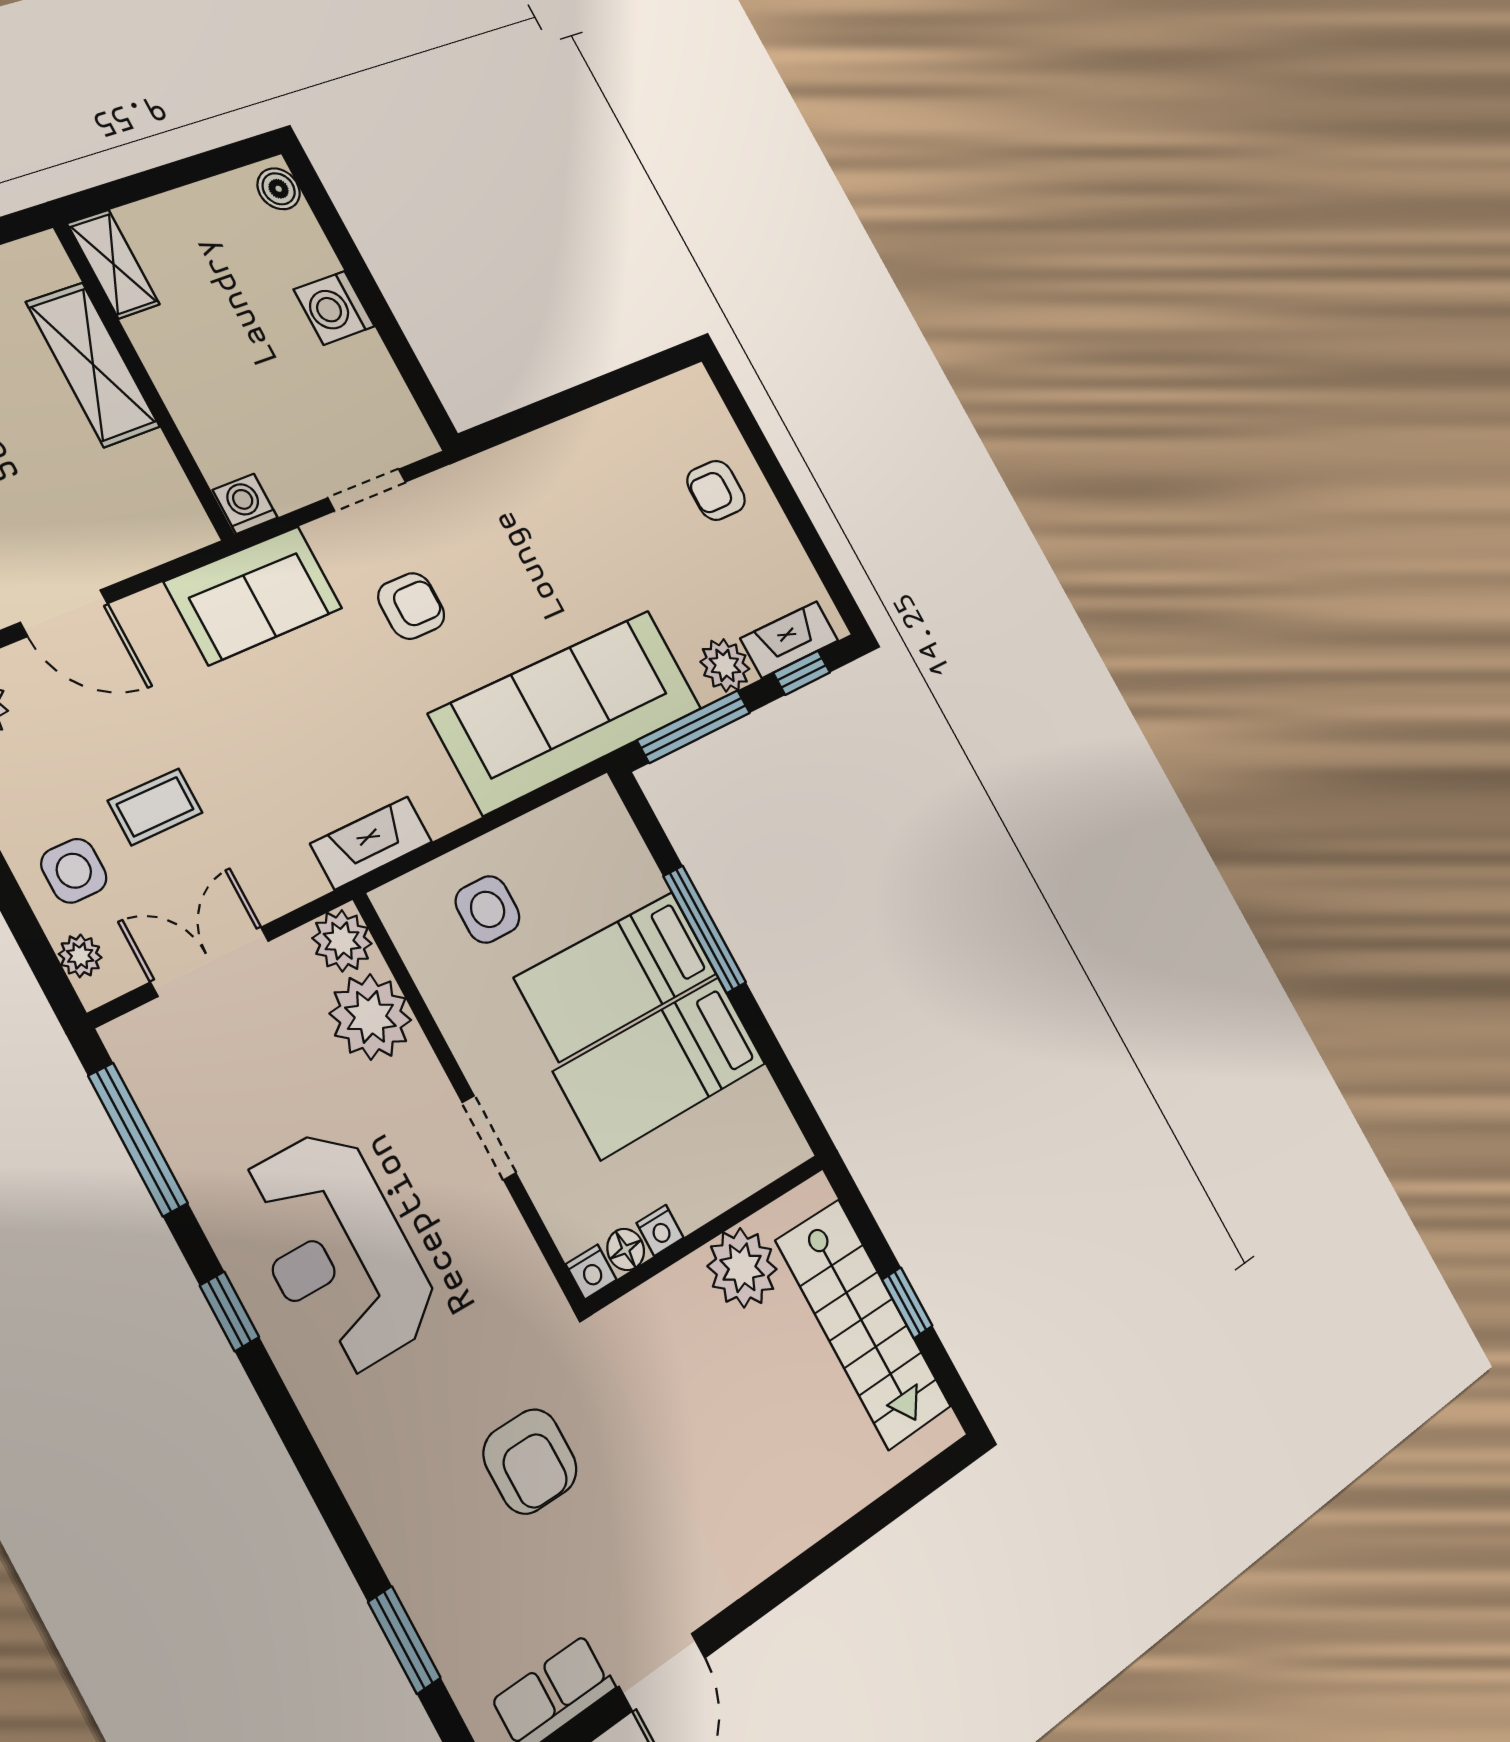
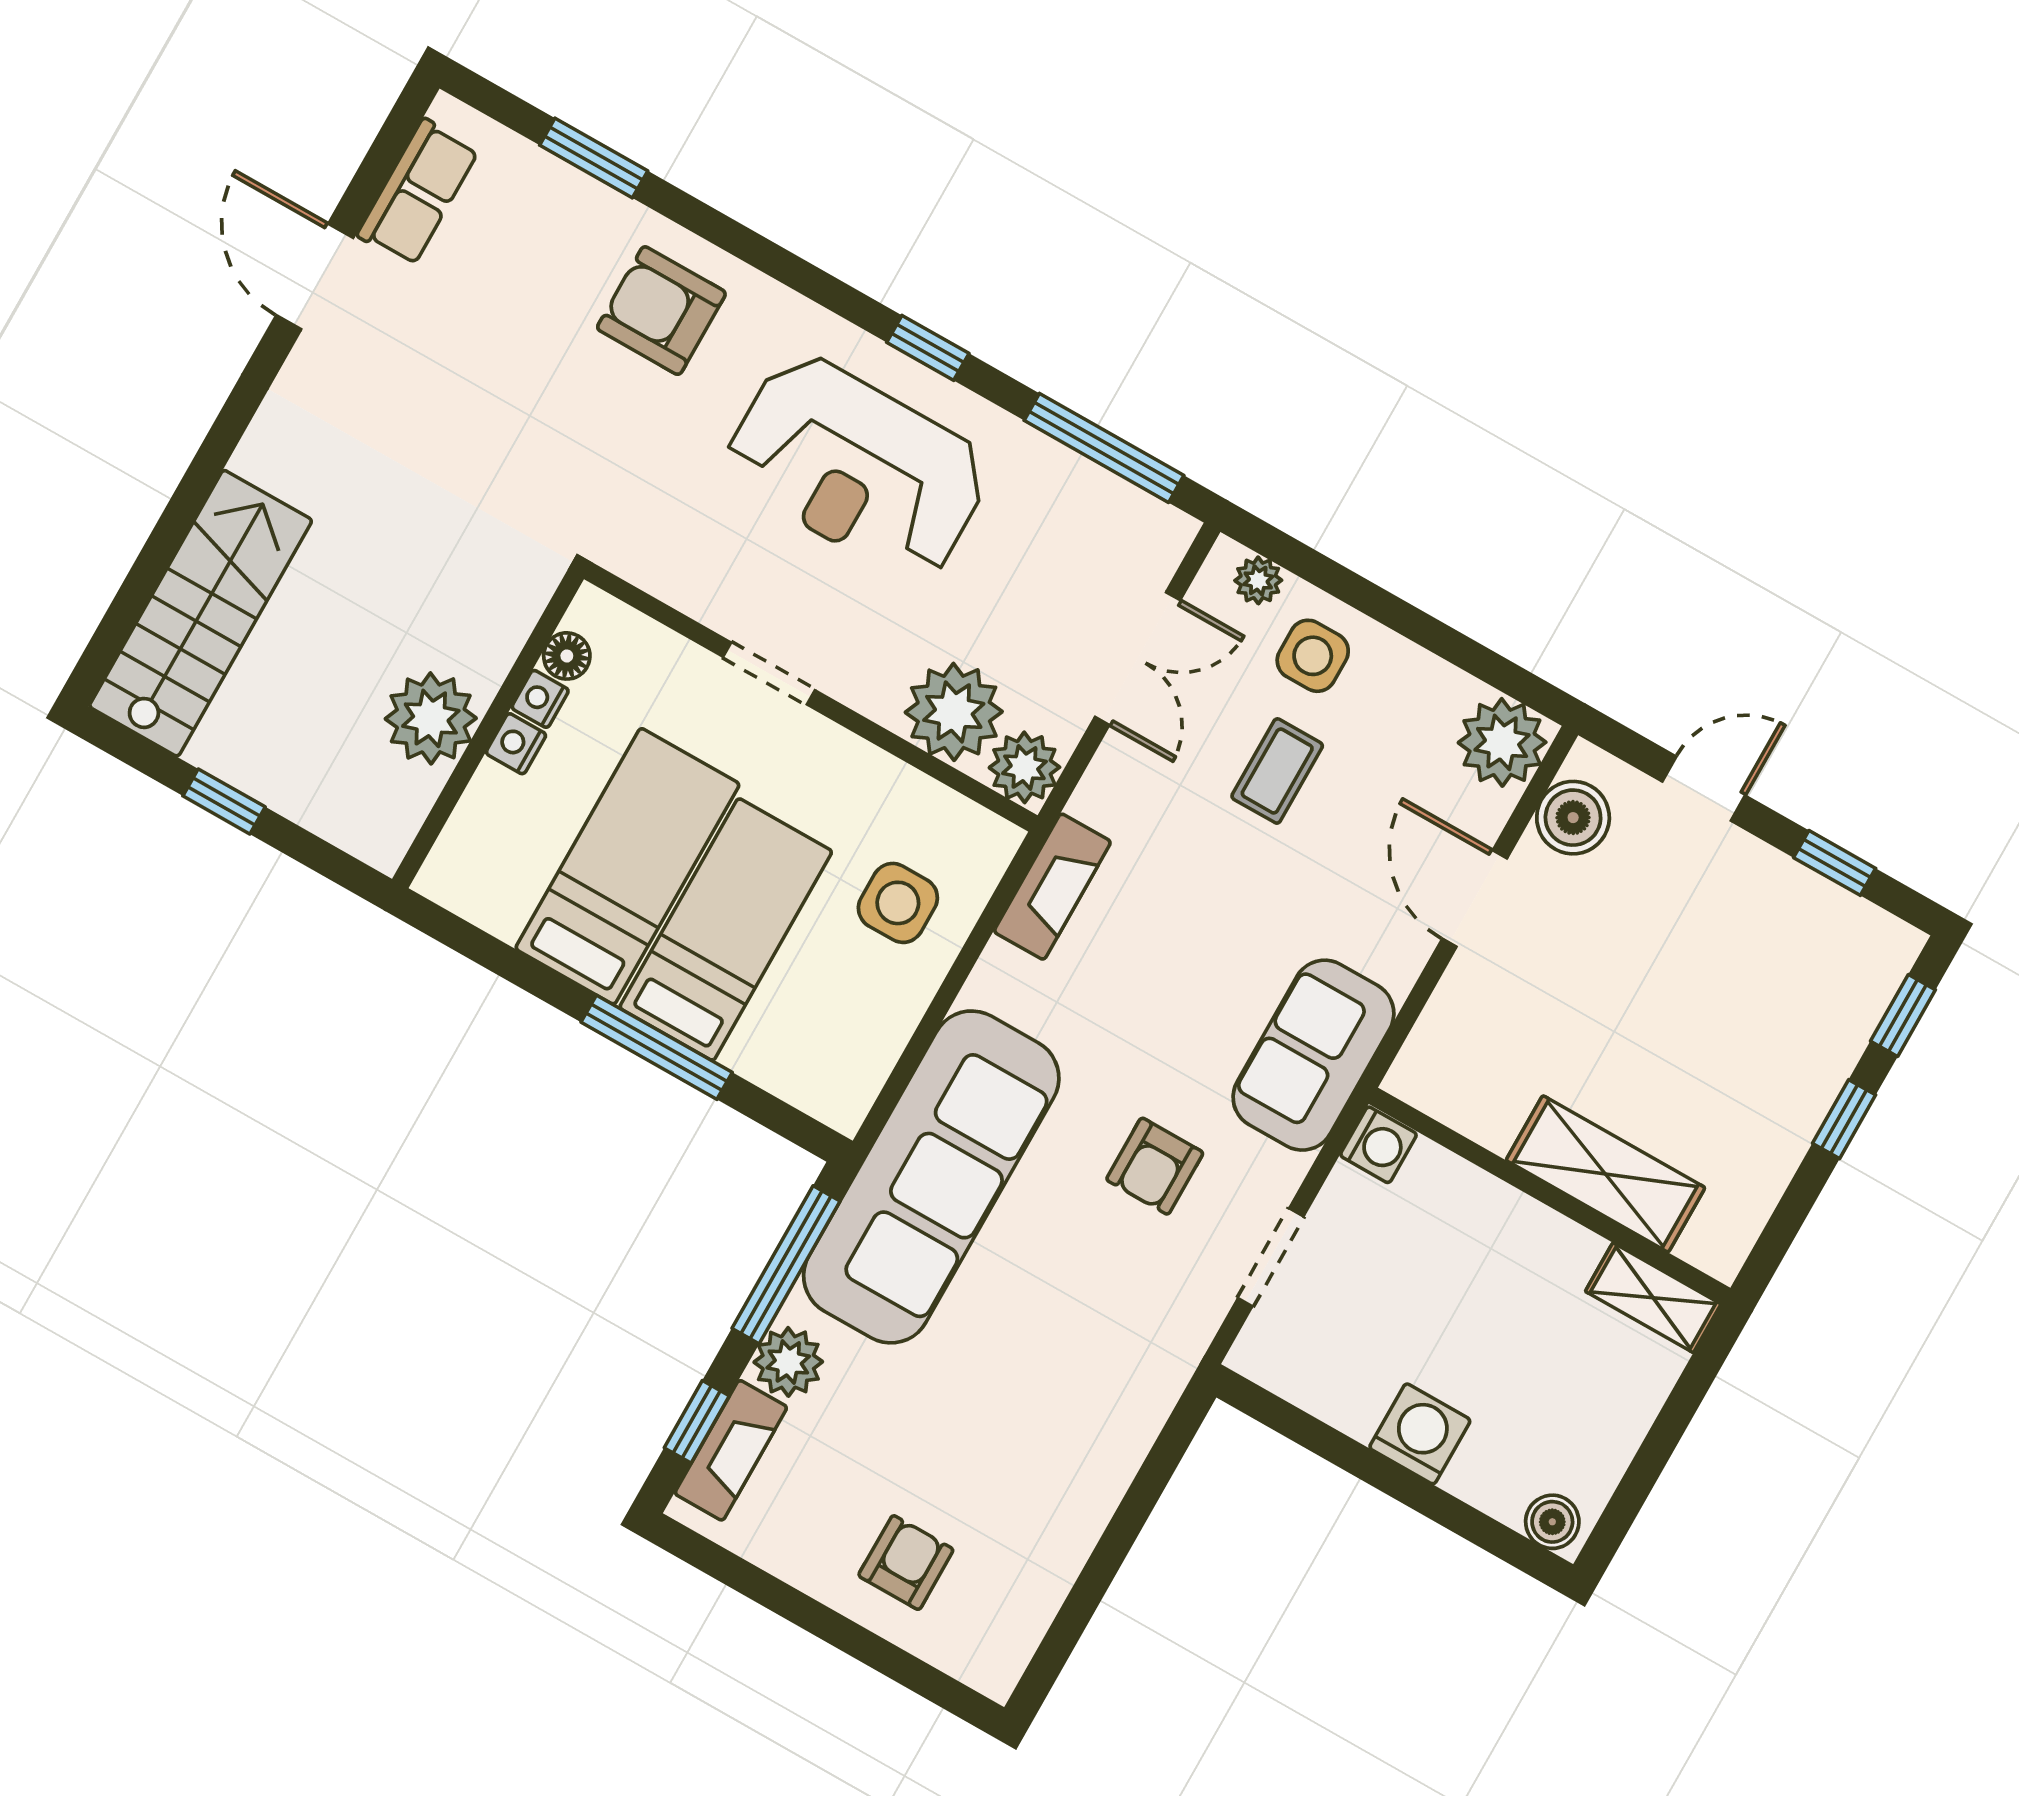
door: (64, 613) -> (1475, 899), hinge flipped
reception desk: (338, 1251) -> (857, 467), turned 180
nightstand: (591, 1272) -> (516, 744), moved
stairs: (863, 1324) -> (201, 613), moved, turned 90
armchair: (530, 1461) -> (661, 311), moved

